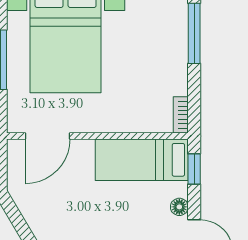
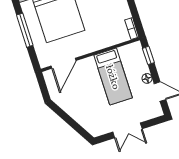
bed: (142, 160) -> (113, 77), moved, turned -90

